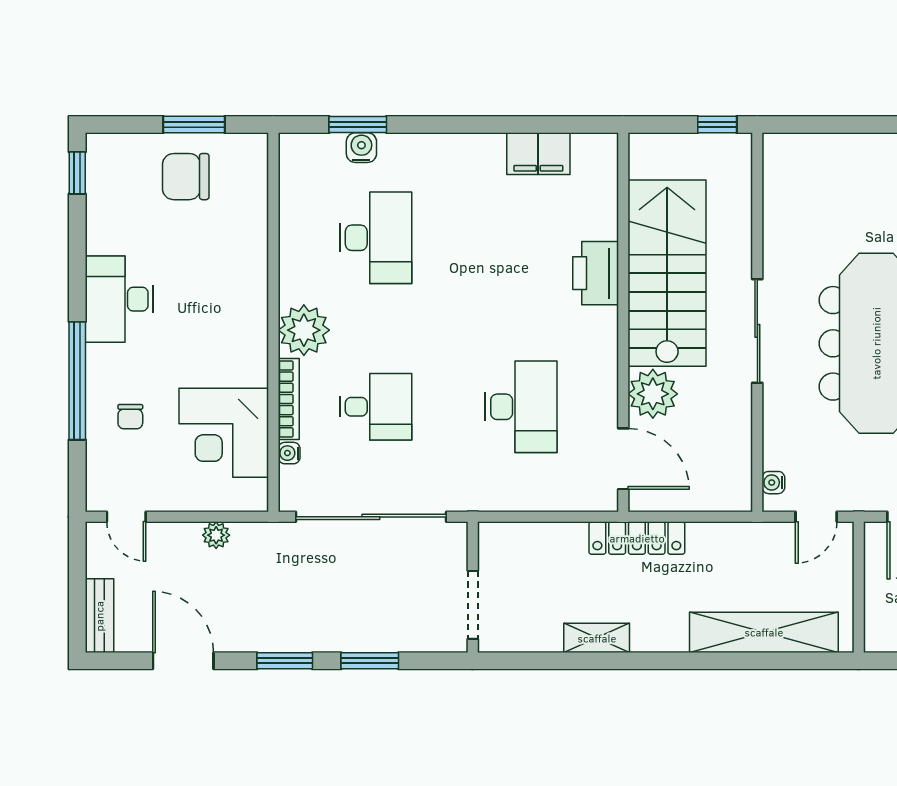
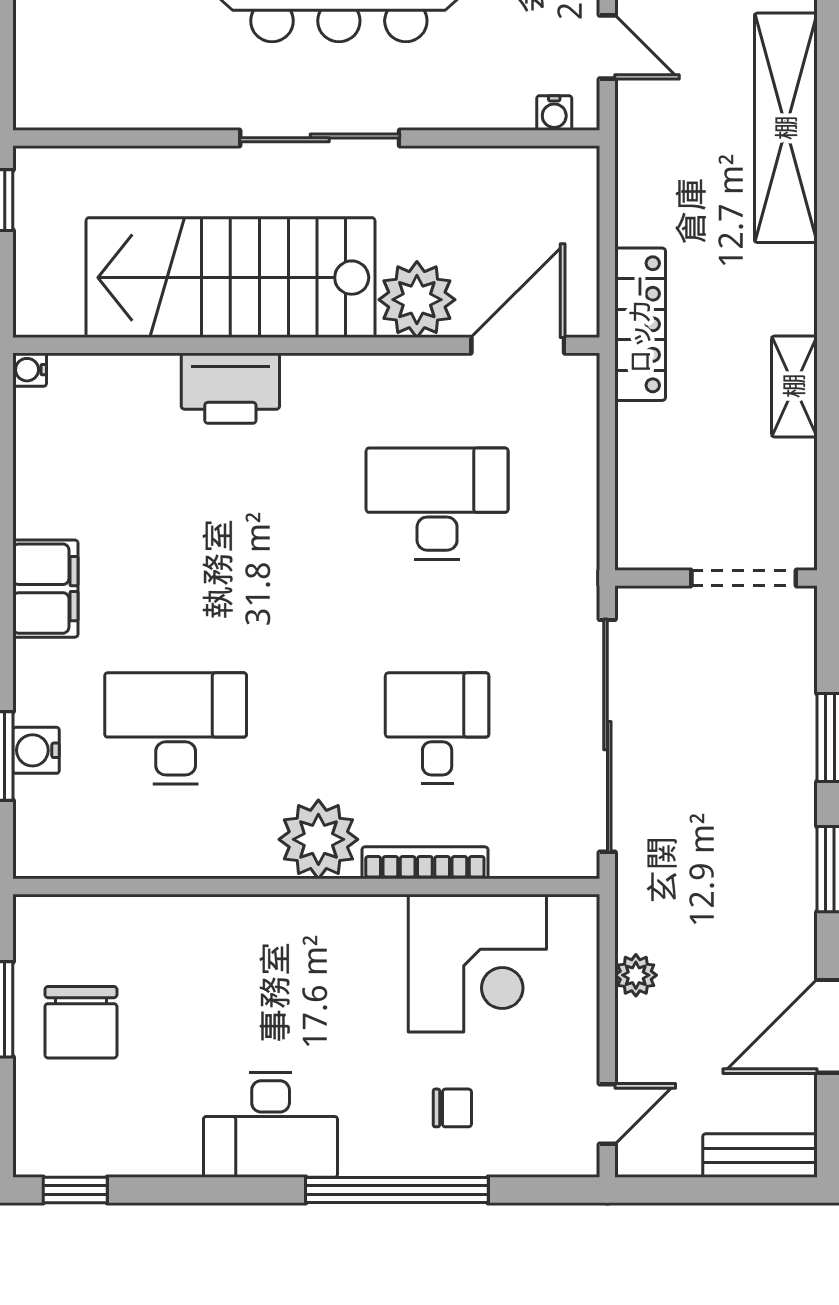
filing cabinet: (538, 154) -> (45, 589), moved
water cooler: (289, 453) -> (30, 370), moved, turned 90

